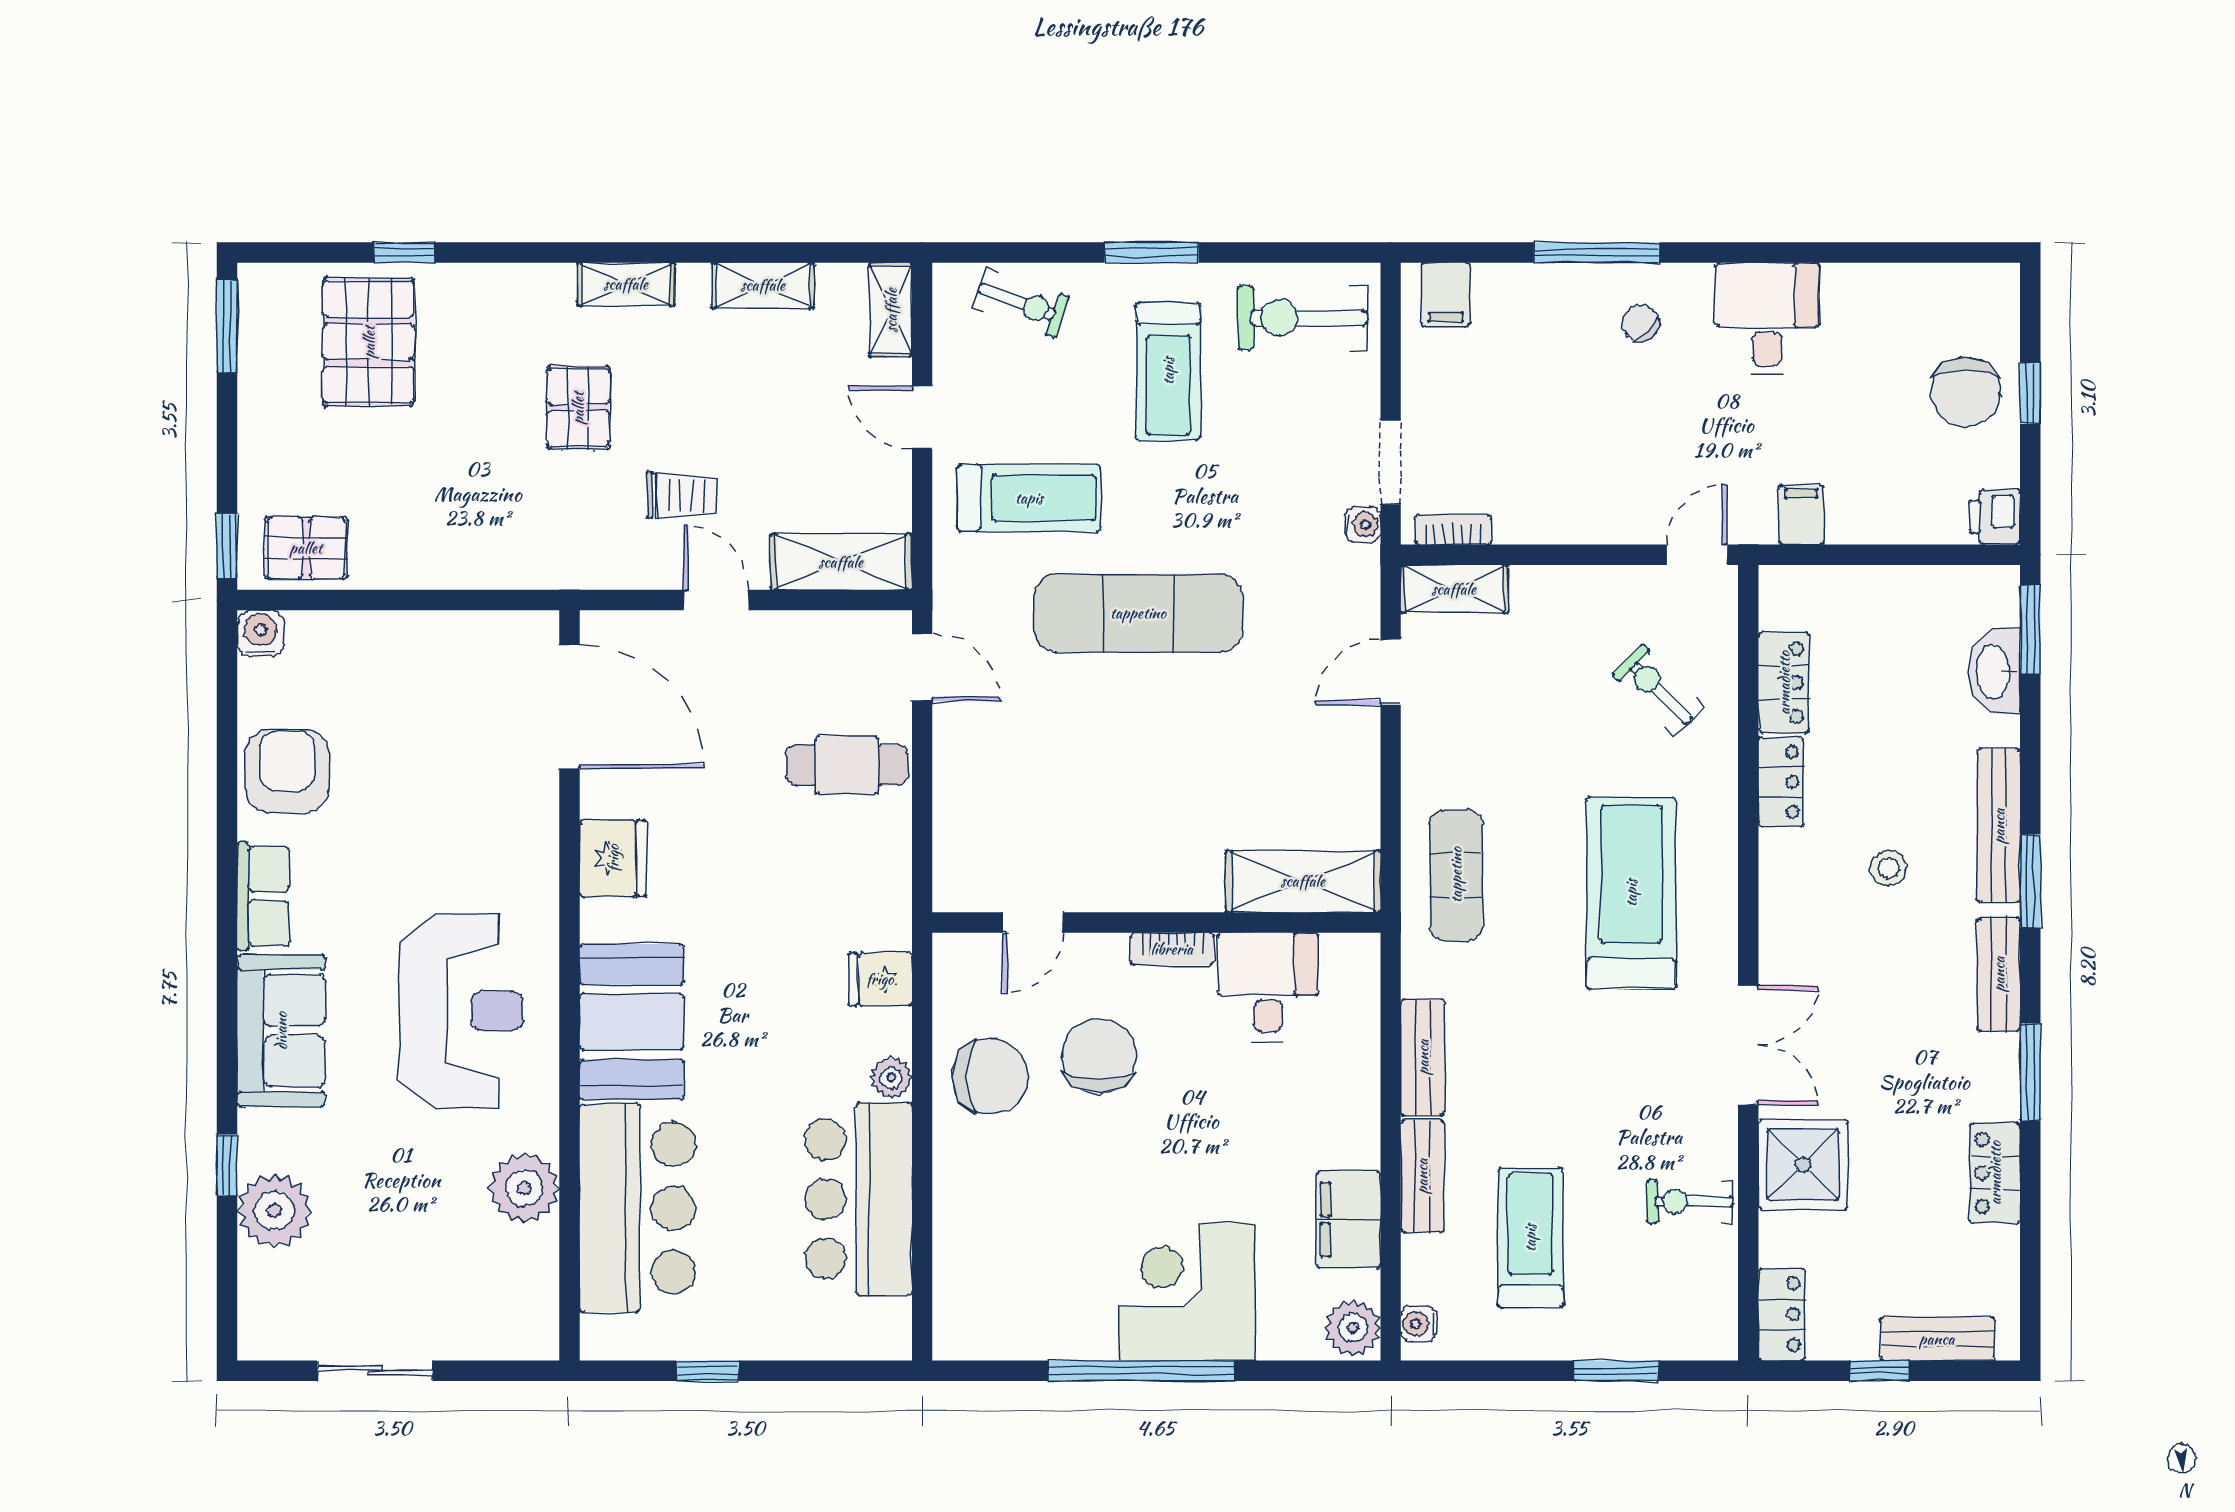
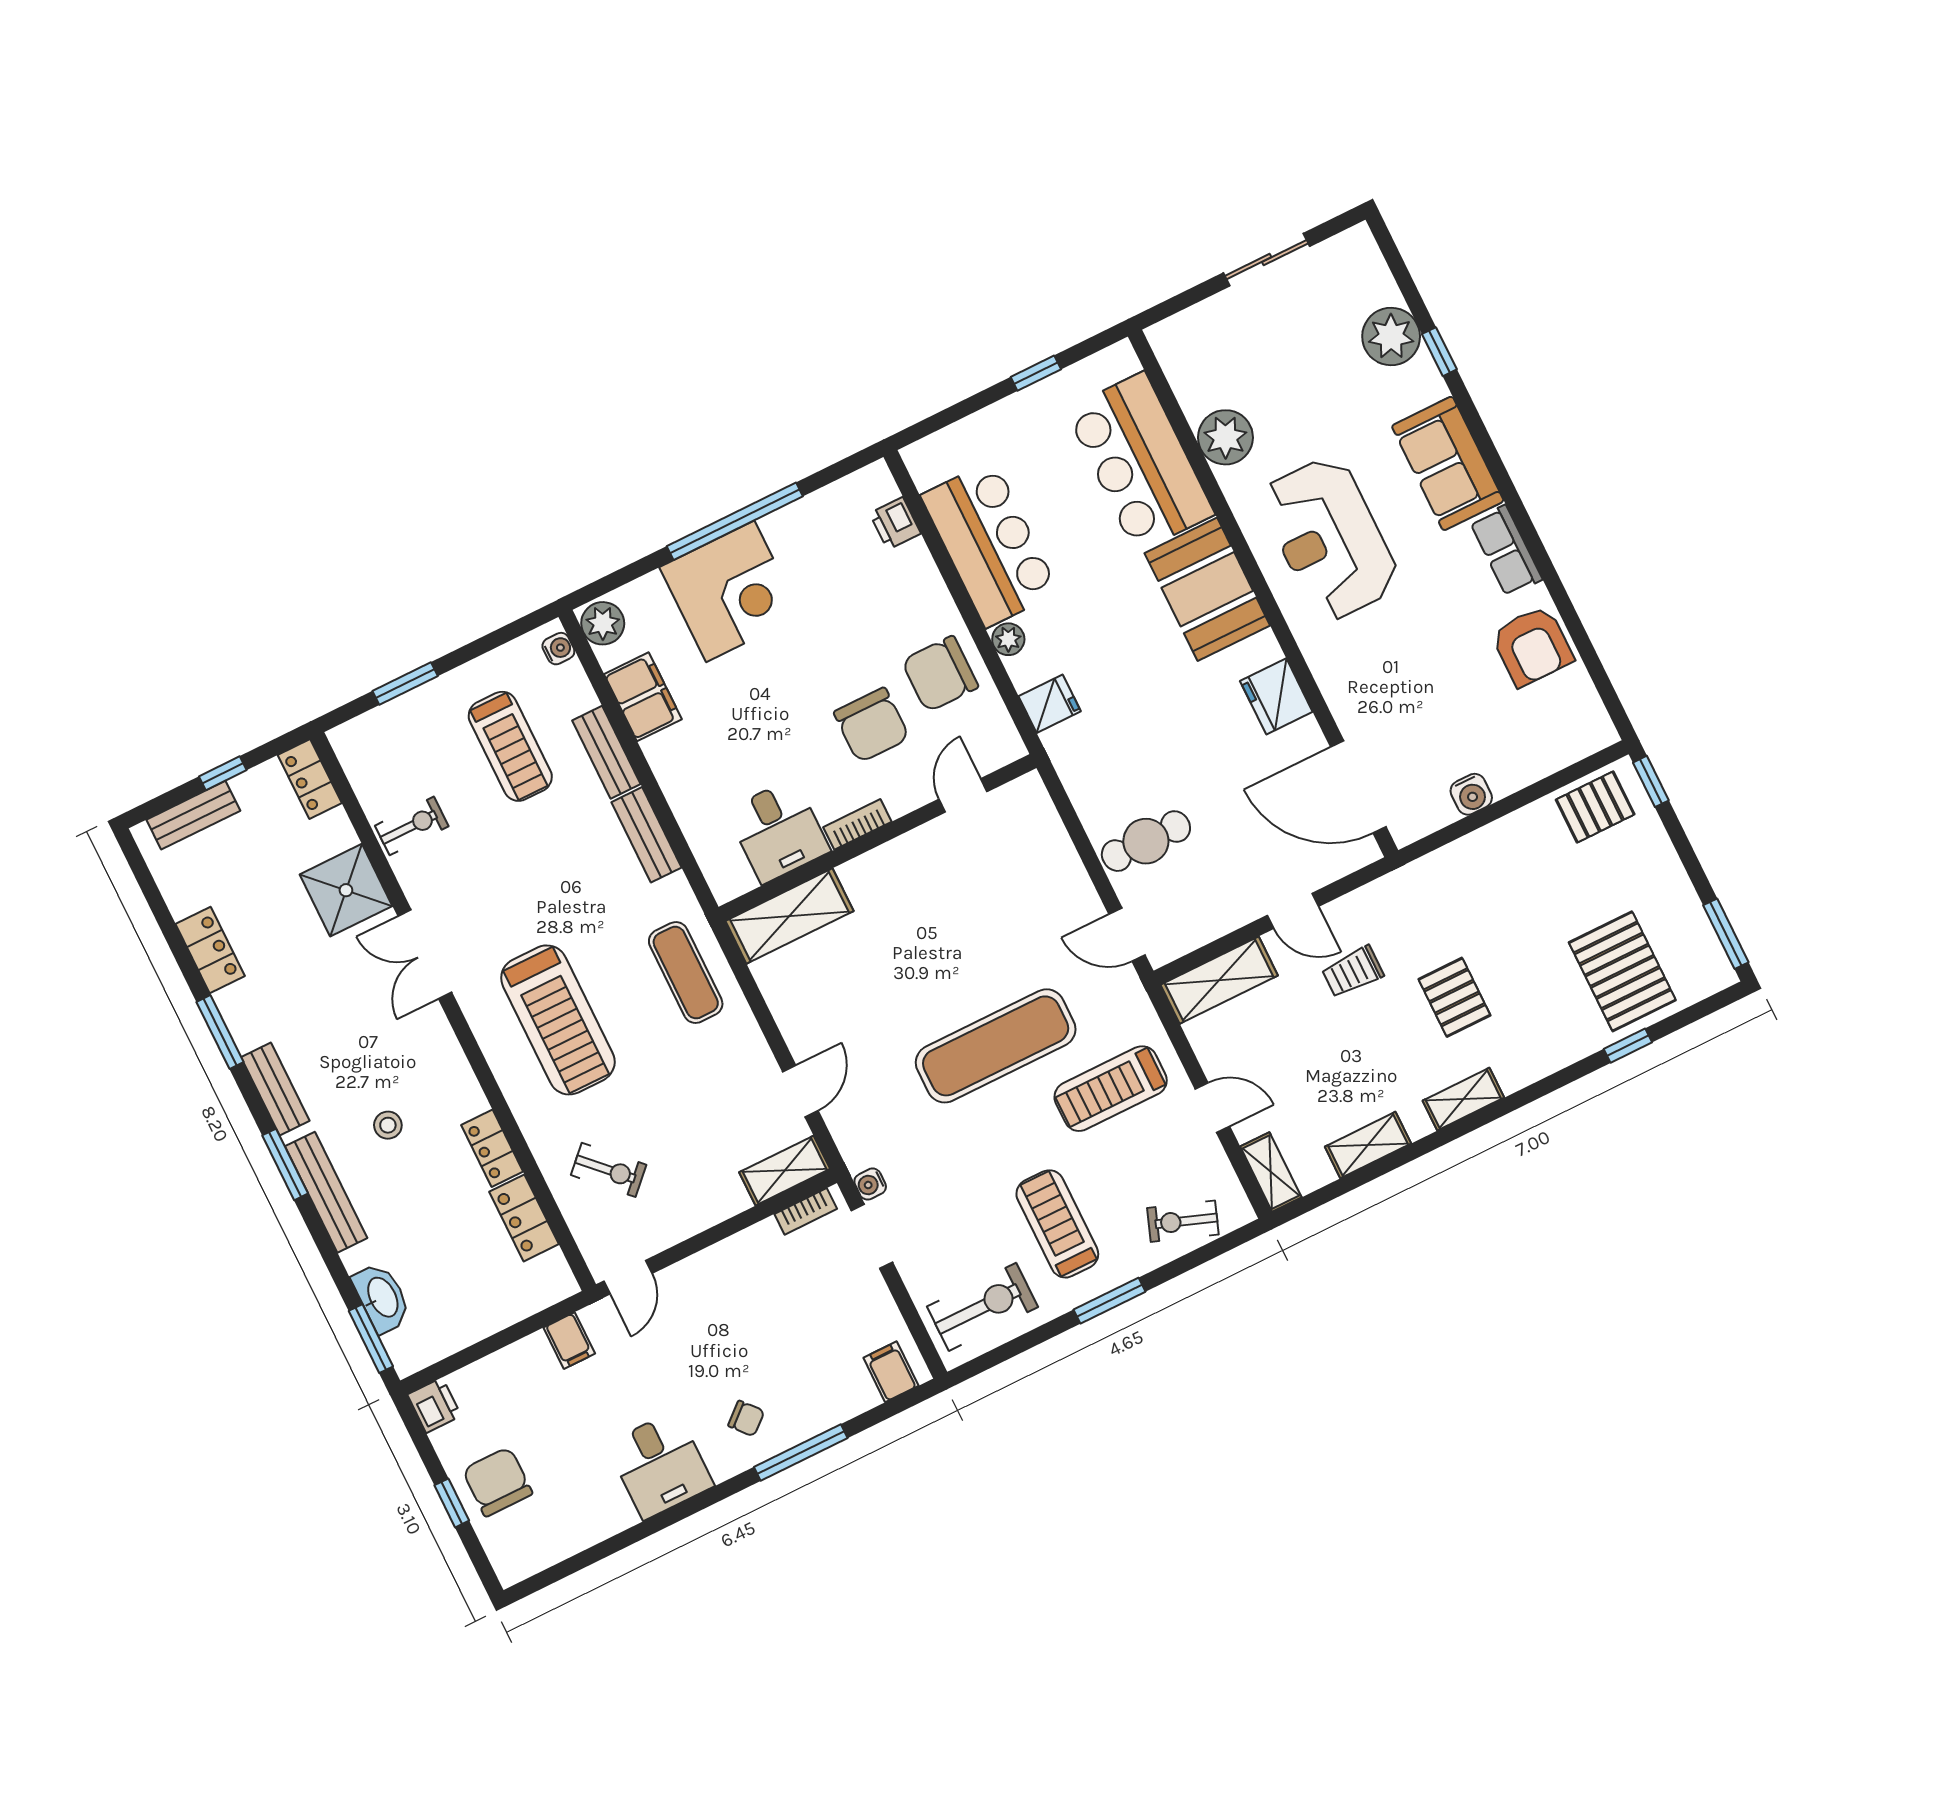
water cooler: (261, 633) -> (1471, 794), moved
printer: (956, 1277) -> (895, 523), added

